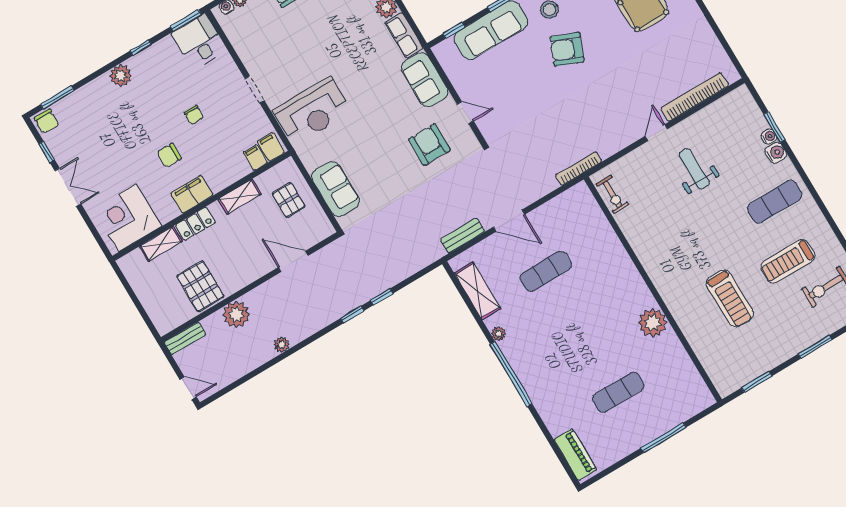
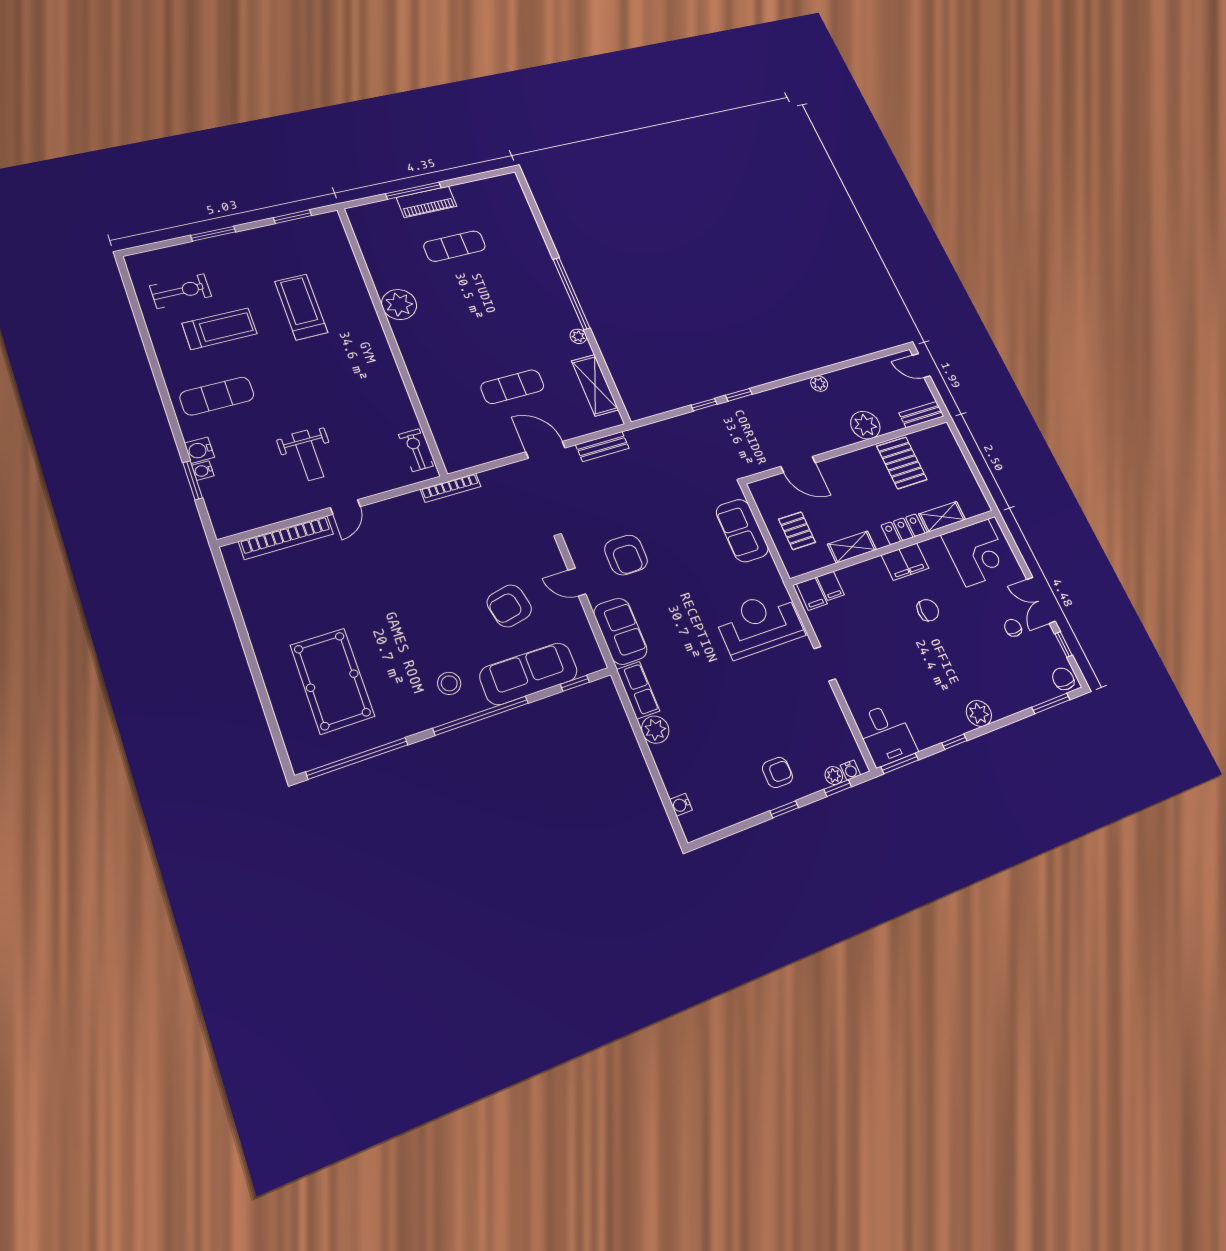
armchair: (567, 49) -> (509, 606), moved, turned 146
chair: (194, 115) -> (1013, 628), moved
piano: (575, 455) -> (427, 202), moved, turned -90

